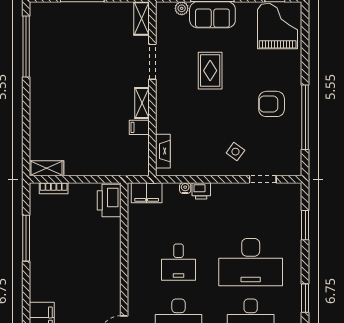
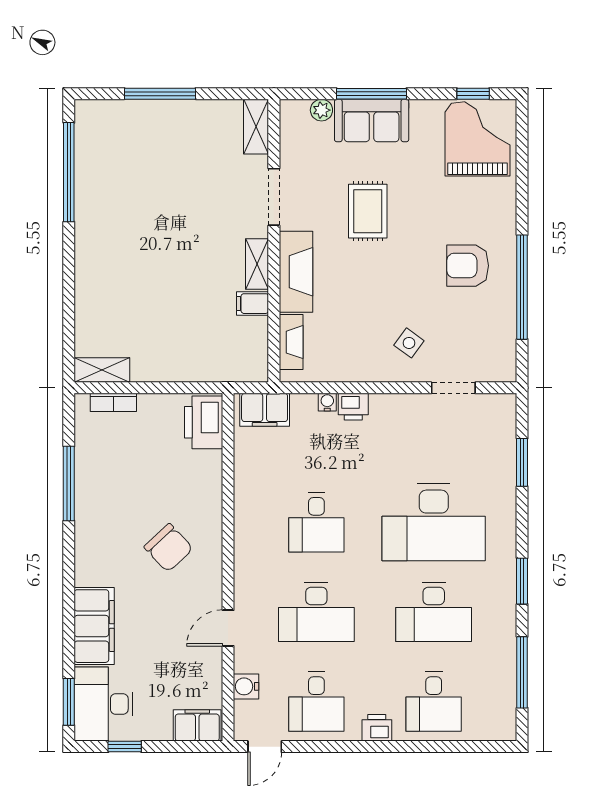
fireplace: (166, 108) -> (296, 272), added
chair: (87, 278) -> (169, 548), added

